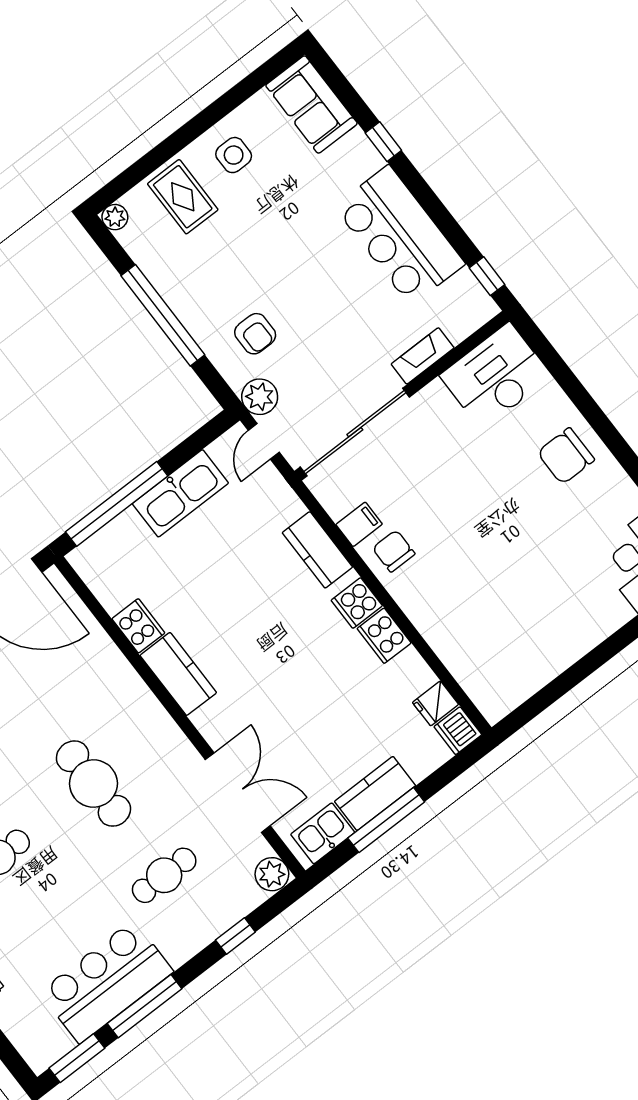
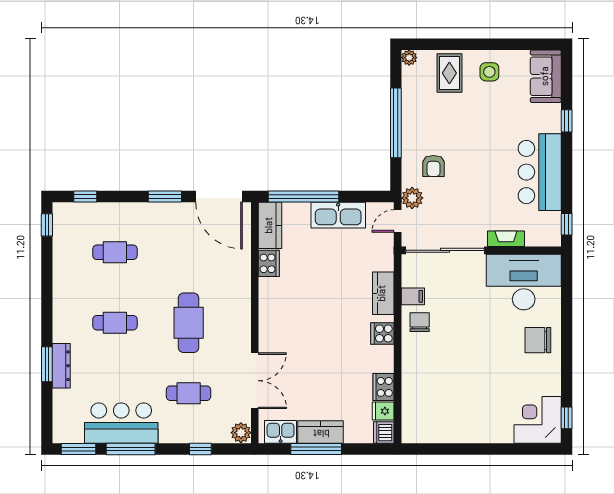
desk: (496, 376) -> (524, 282), width x1.36, depth x1.30
cooker: (384, 636) -> (383, 387), moved
kitchen counter: (178, 674) -> (270, 225), moved

